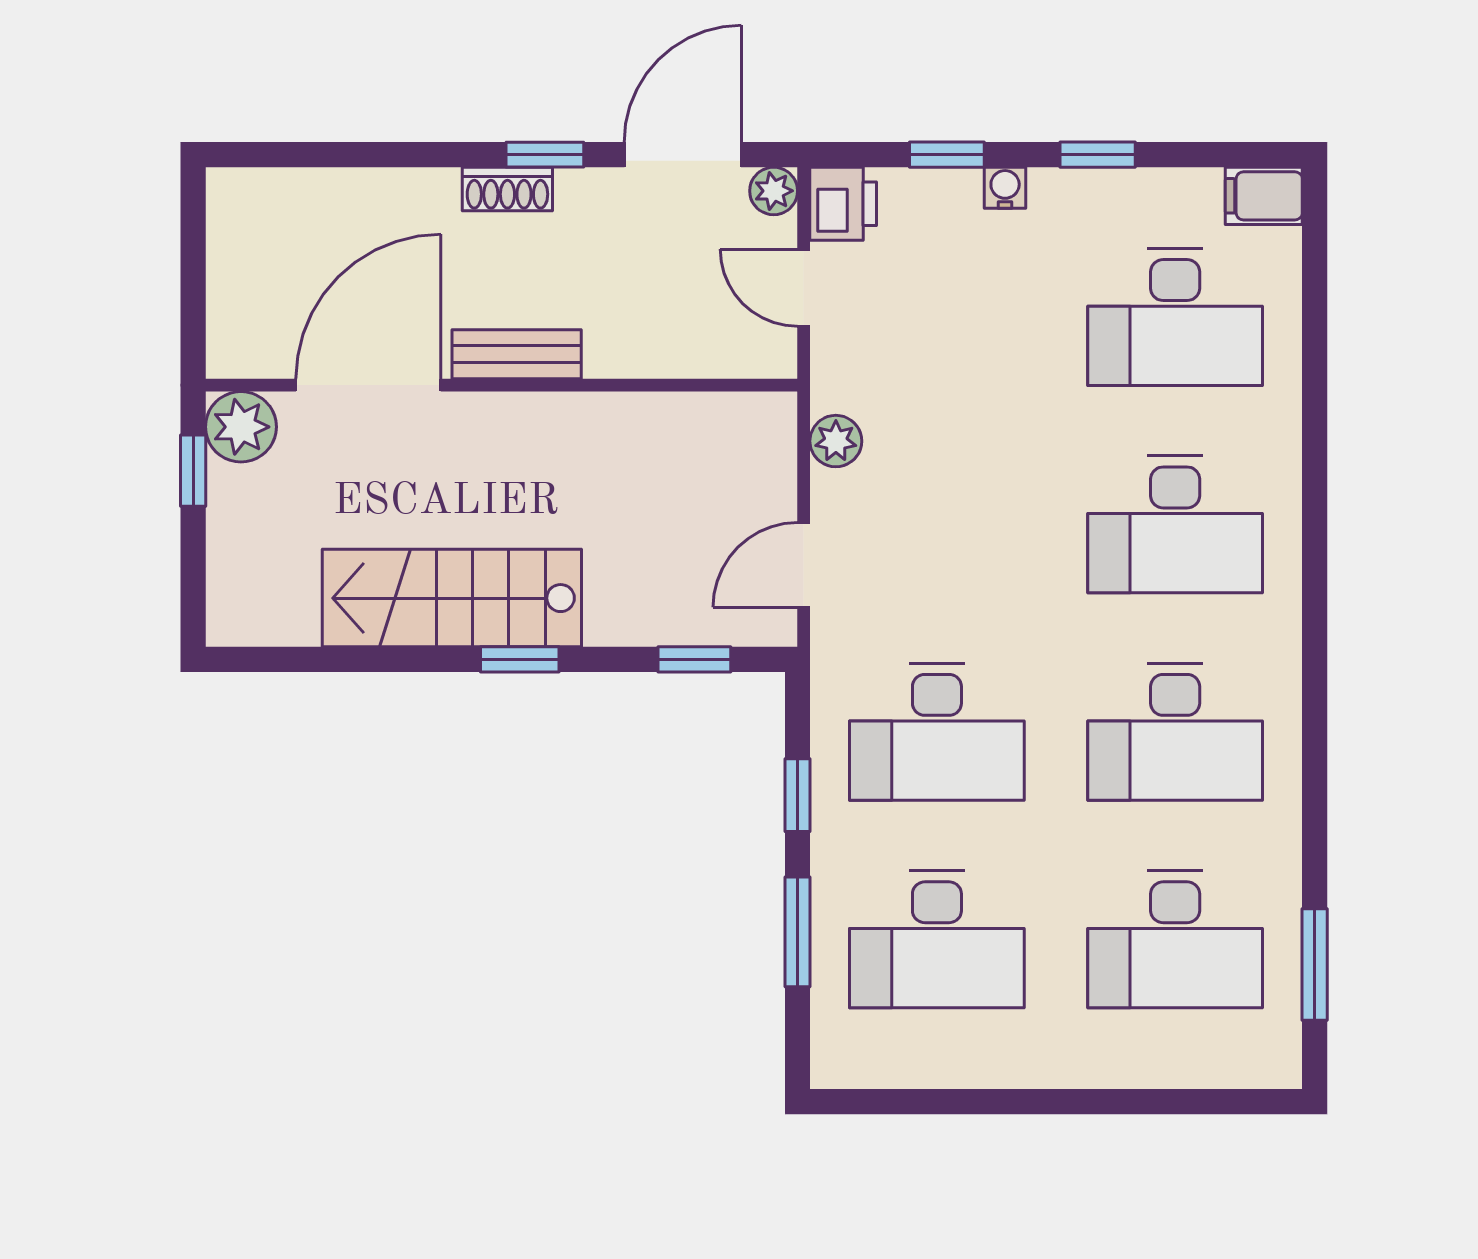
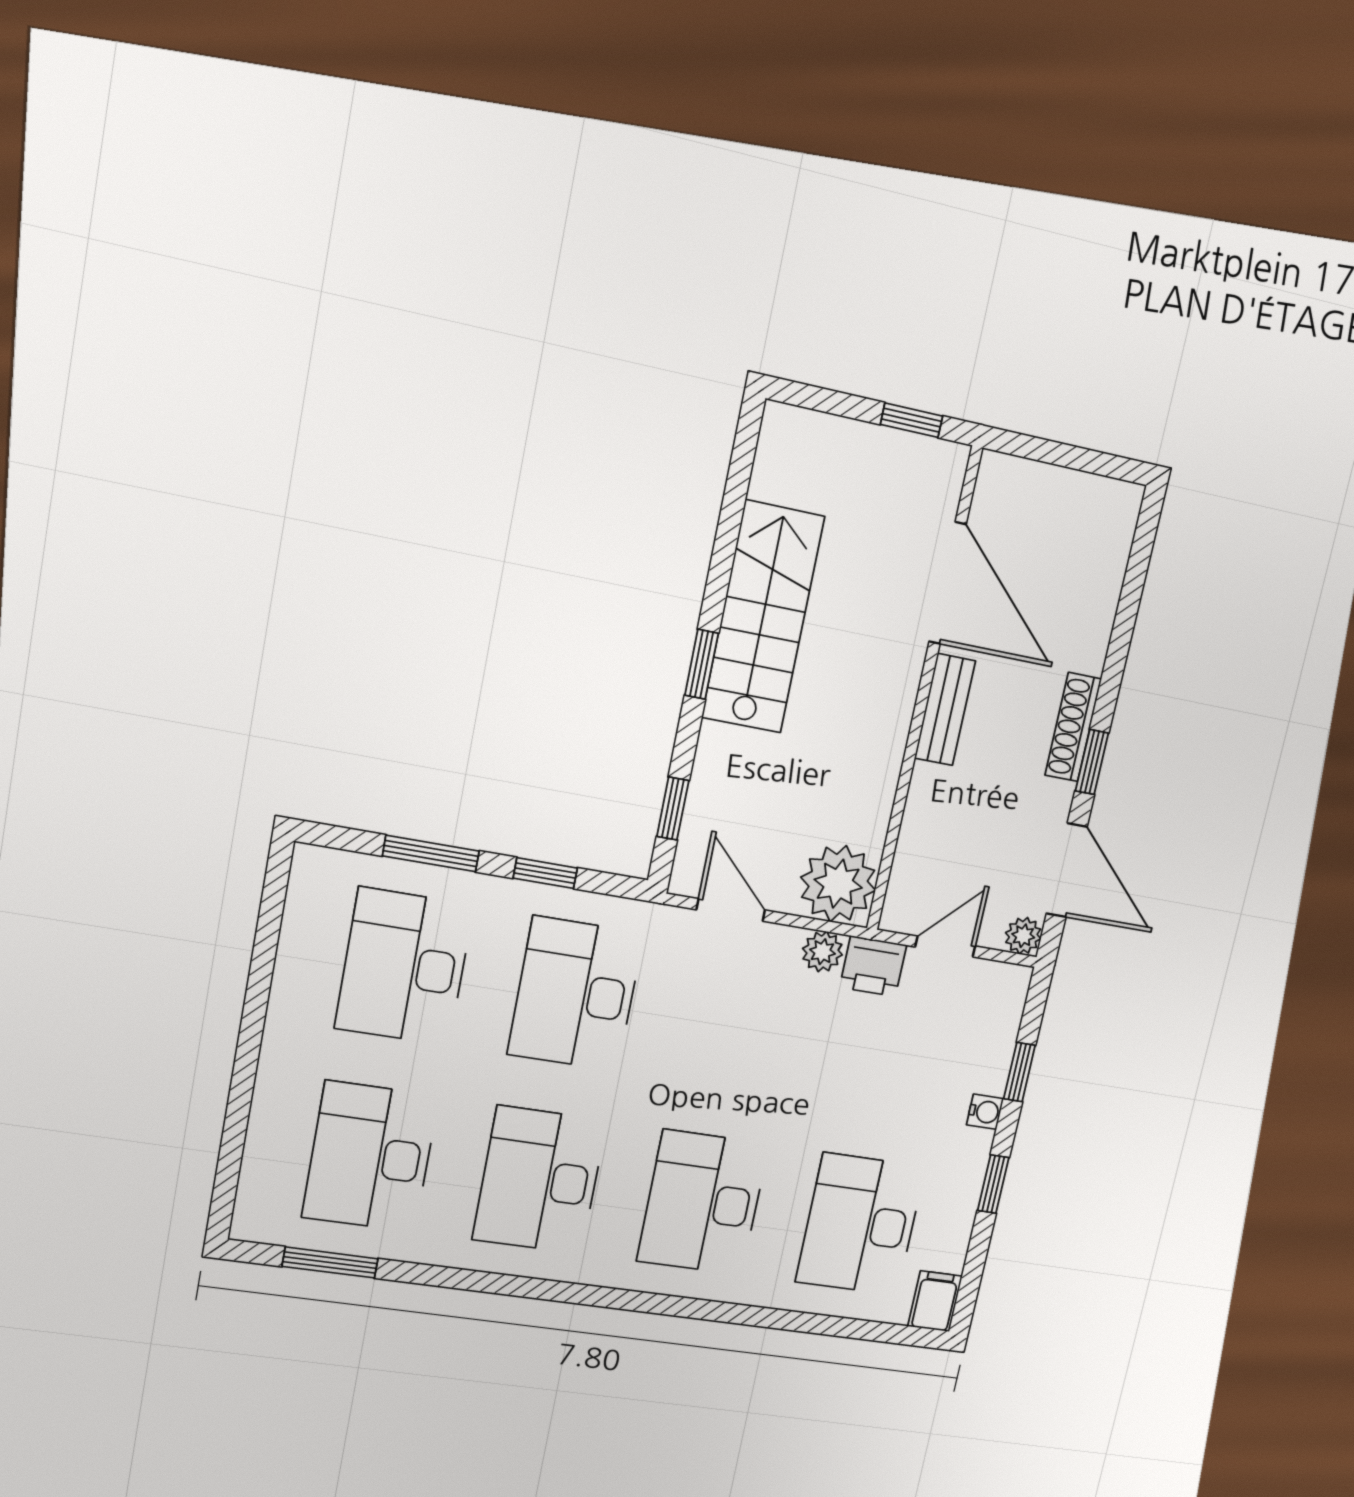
shoe rack: (507, 189) -> (1073, 727), width x1.43
printer: (843, 204) -> (873, 966), moved
plant: (241, 427) -> (838, 884), moved, width x1.36, depth x1.36

